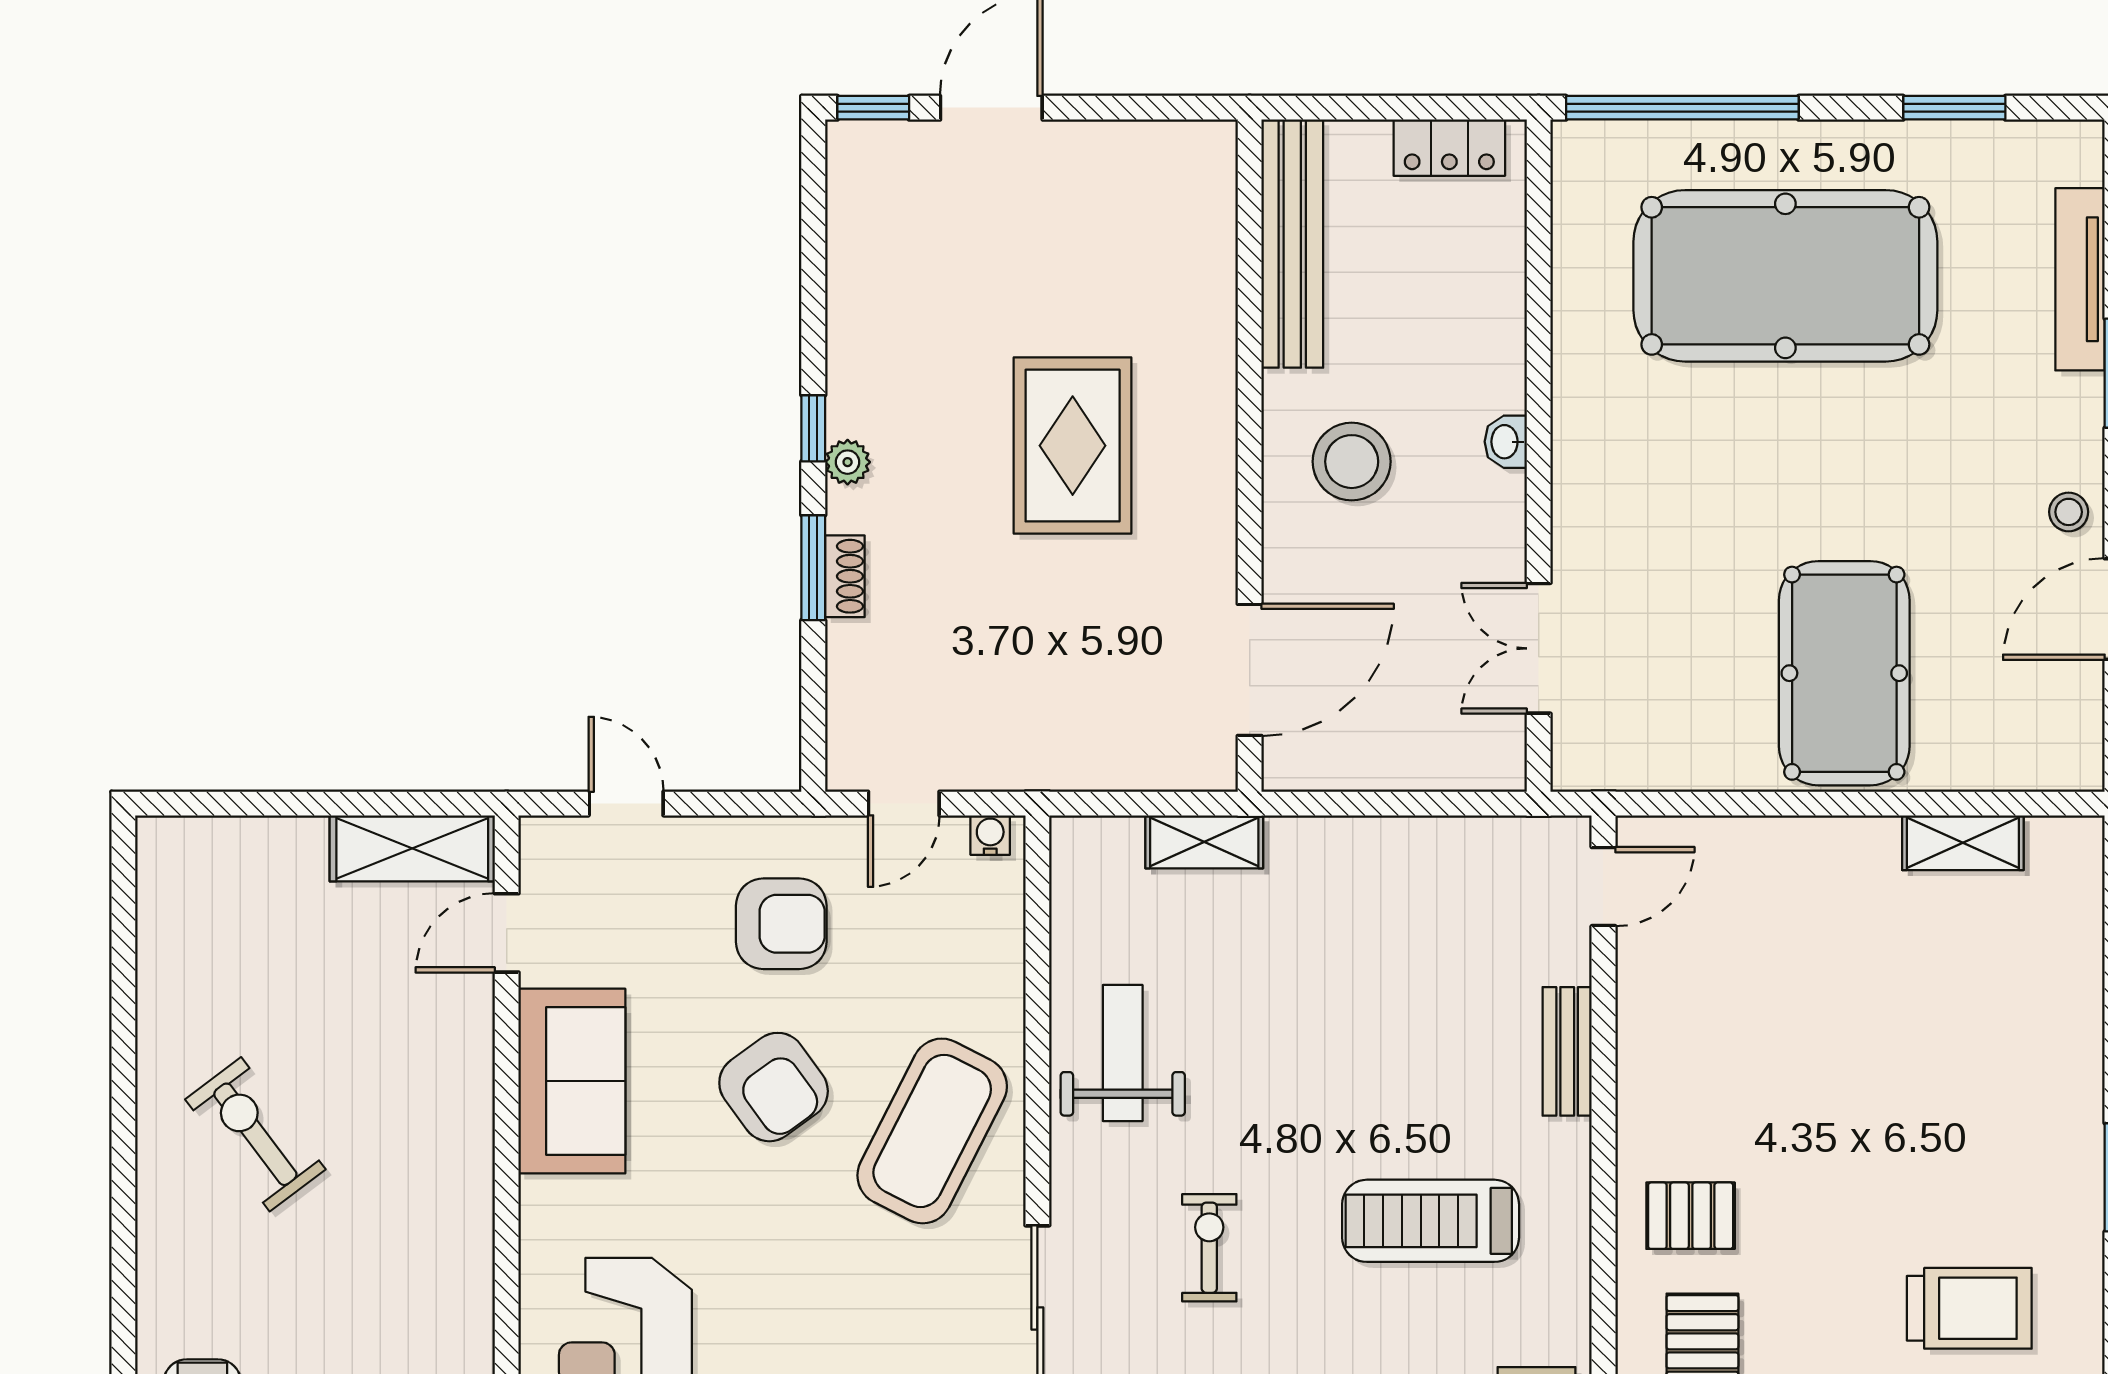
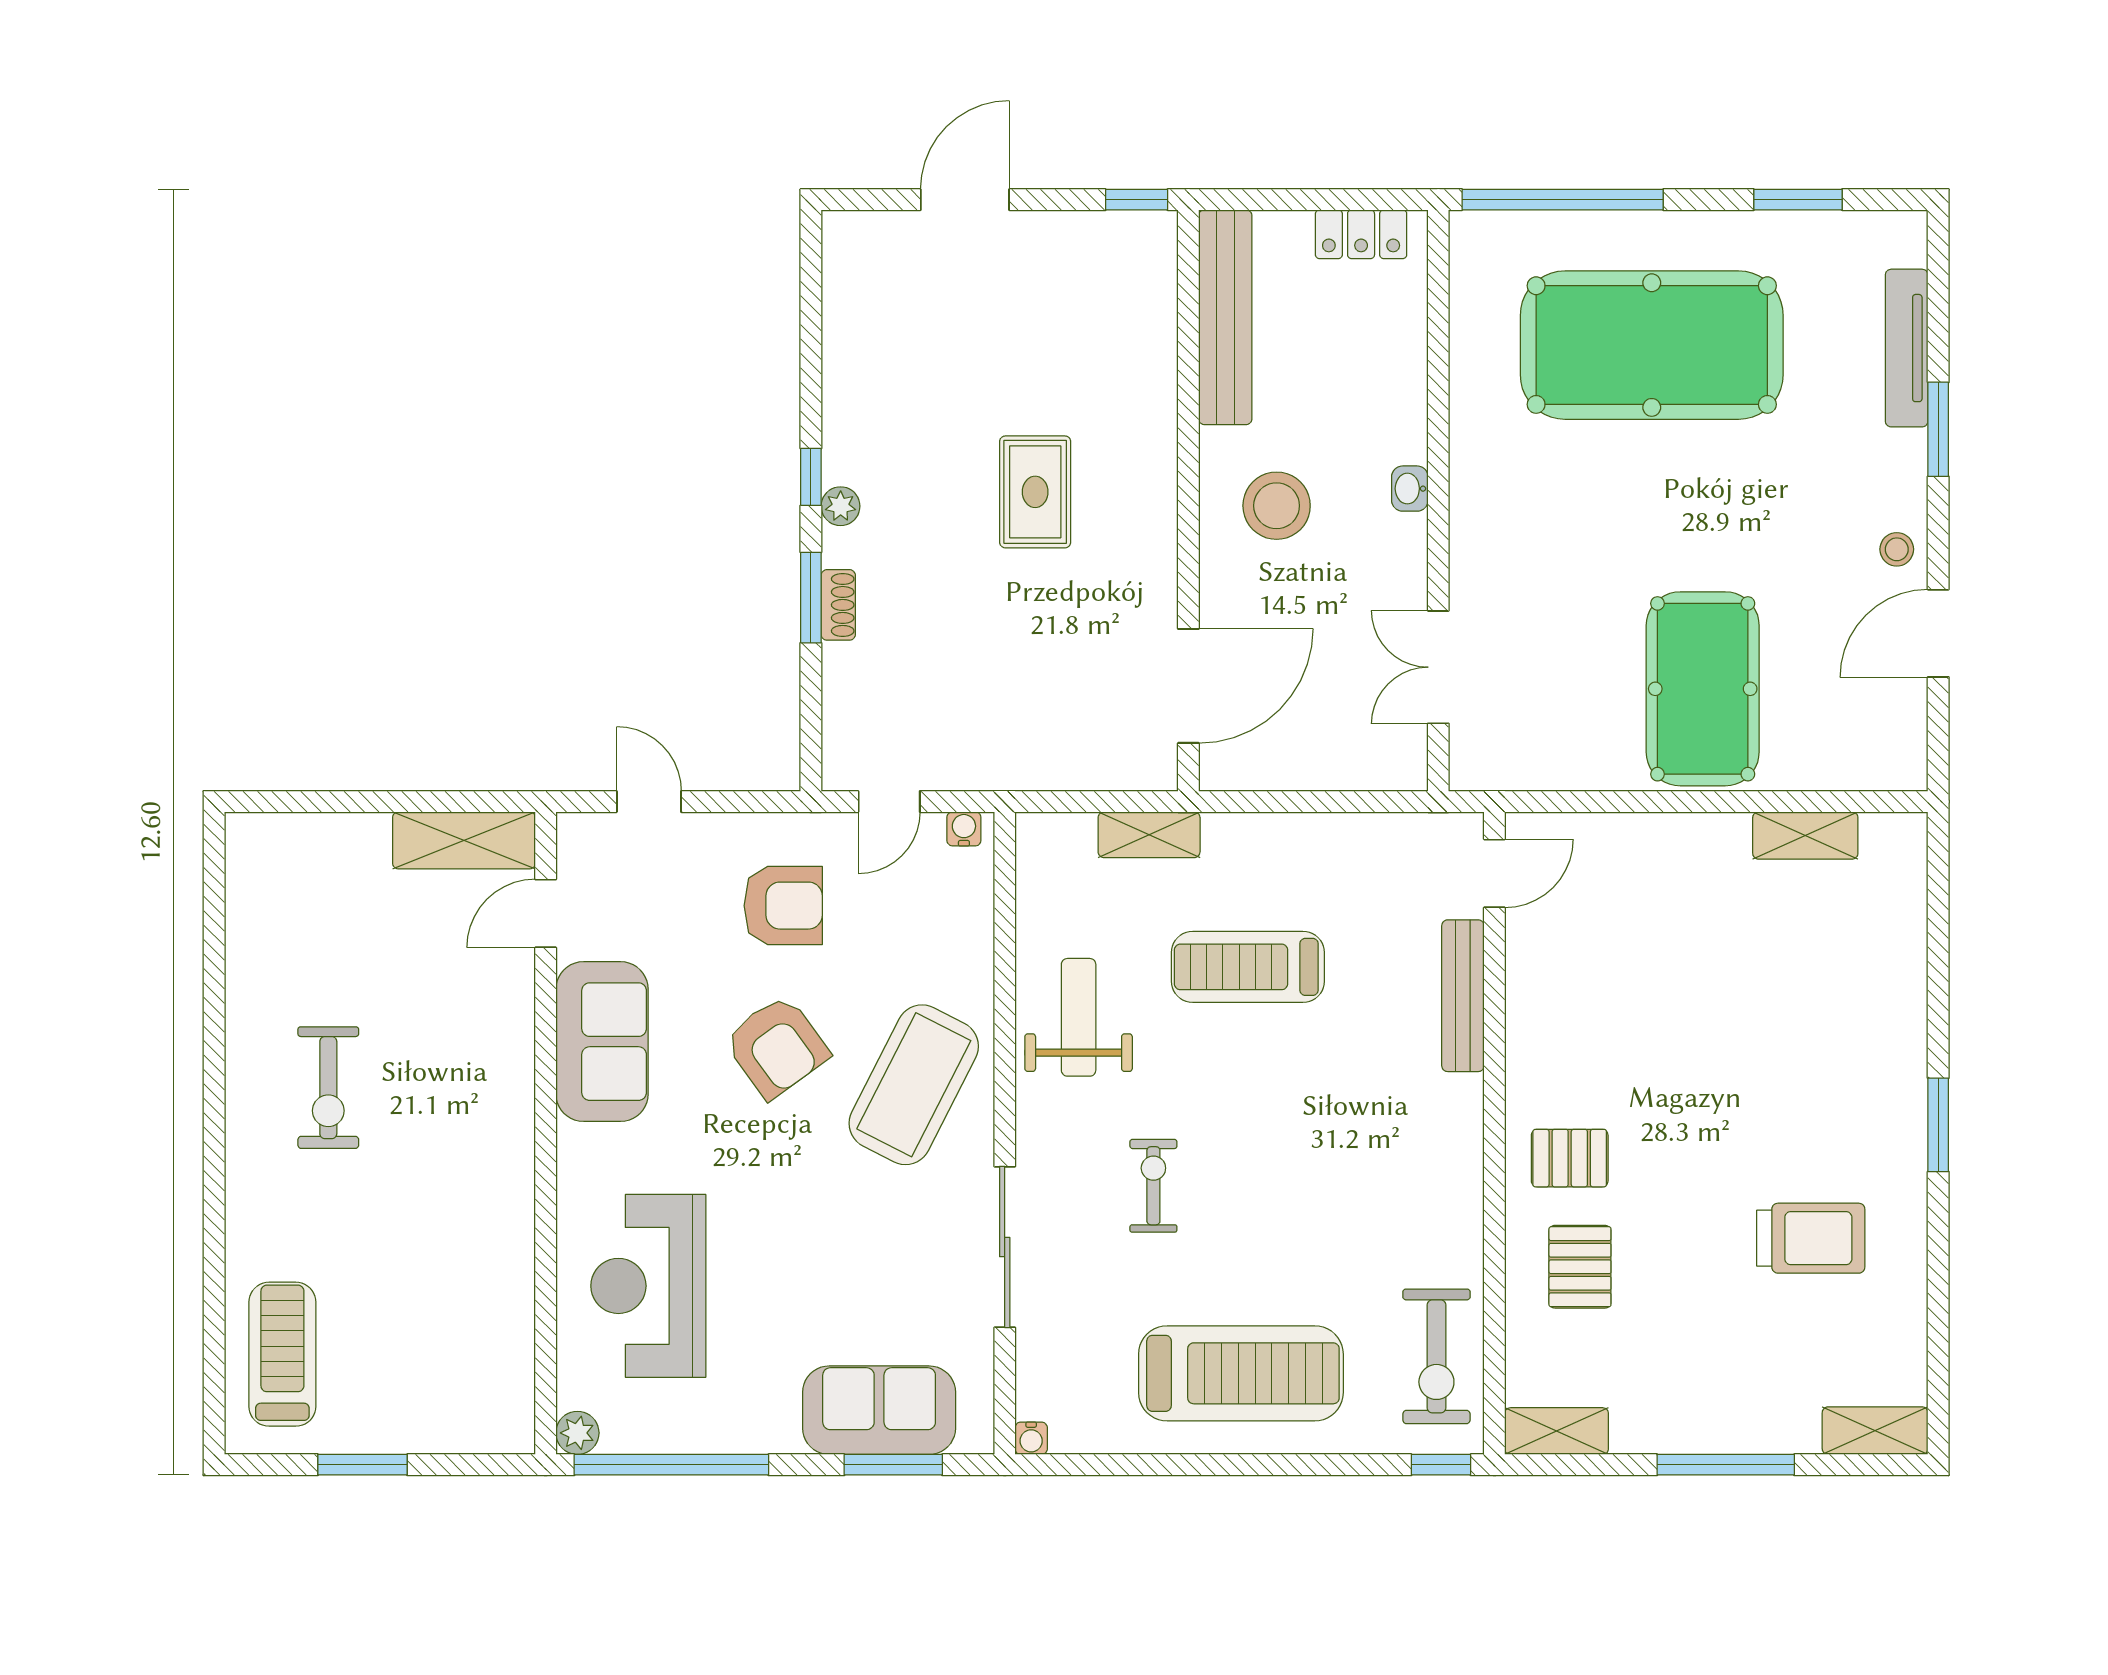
window: (873, 108) -> (1137, 200), moved
rug: (1073, 446) -> (1035, 492), width x0.73, depth x0.70
bench: (1567, 1051) -> (1463, 996), width x1.36
exercise bike: (255, 1134) -> (328, 1088), turned -143
treadmill: (1431, 1221) -> (1248, 967), moved

